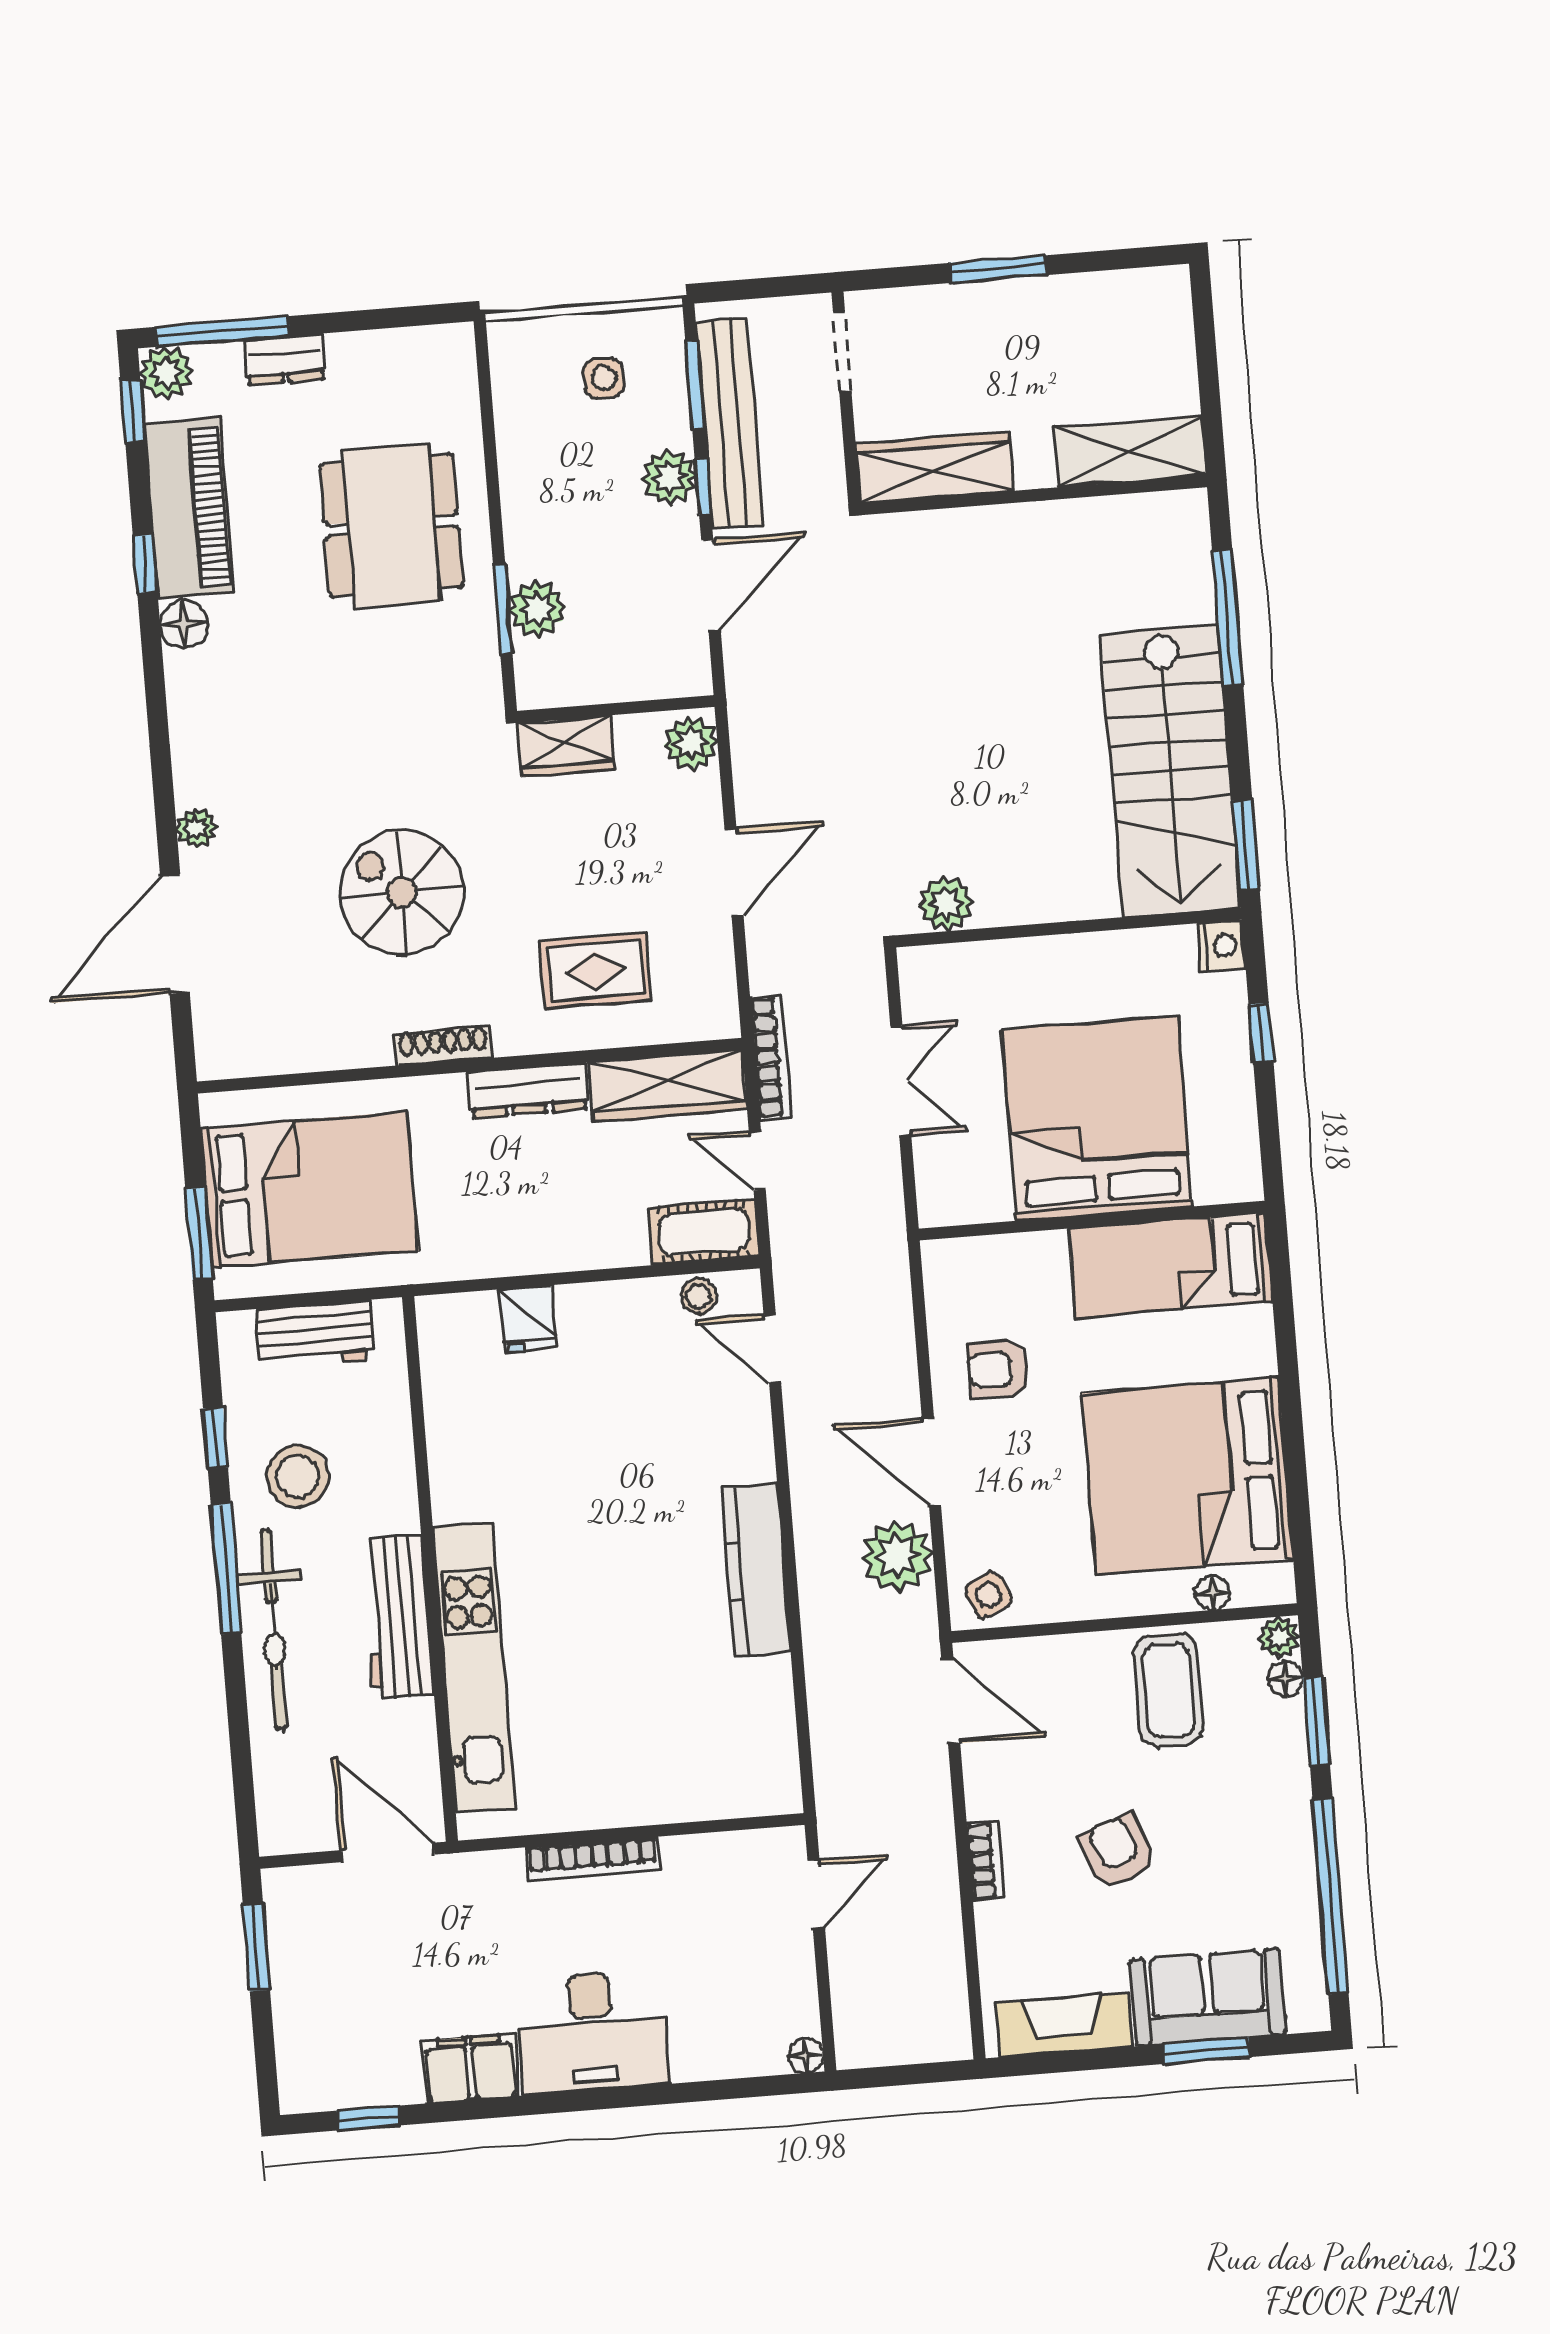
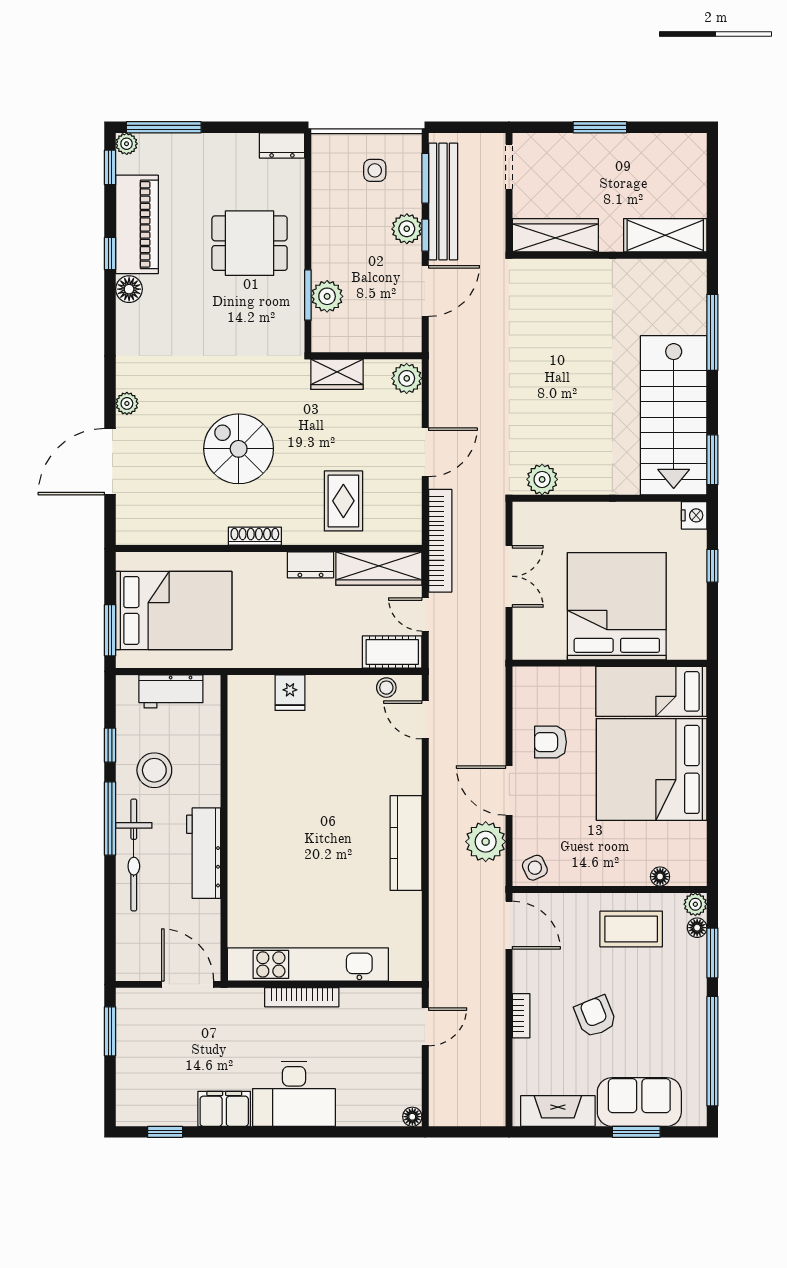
dresser: (285, 359) -> (282, 146), moved
plant: (166, 373) -> (127, 144), width x0.73, depth x0.73
dining table: (392, 525) -> (250, 243), width x0.73
rug: (596, 970) -> (343, 501), turned 90
bookcase: (771, 1057) -> (440, 541), width x1.48, depth x1.31
dresser: (528, 1090) -> (310, 565), width x0.70
bed: (1188, 1476) -> (652, 769), moved
kitchen unit: (474, 1668) -> (308, 964), moved, turned -90
coffee table: (1169, 1690) -> (631, 929), turned 90

